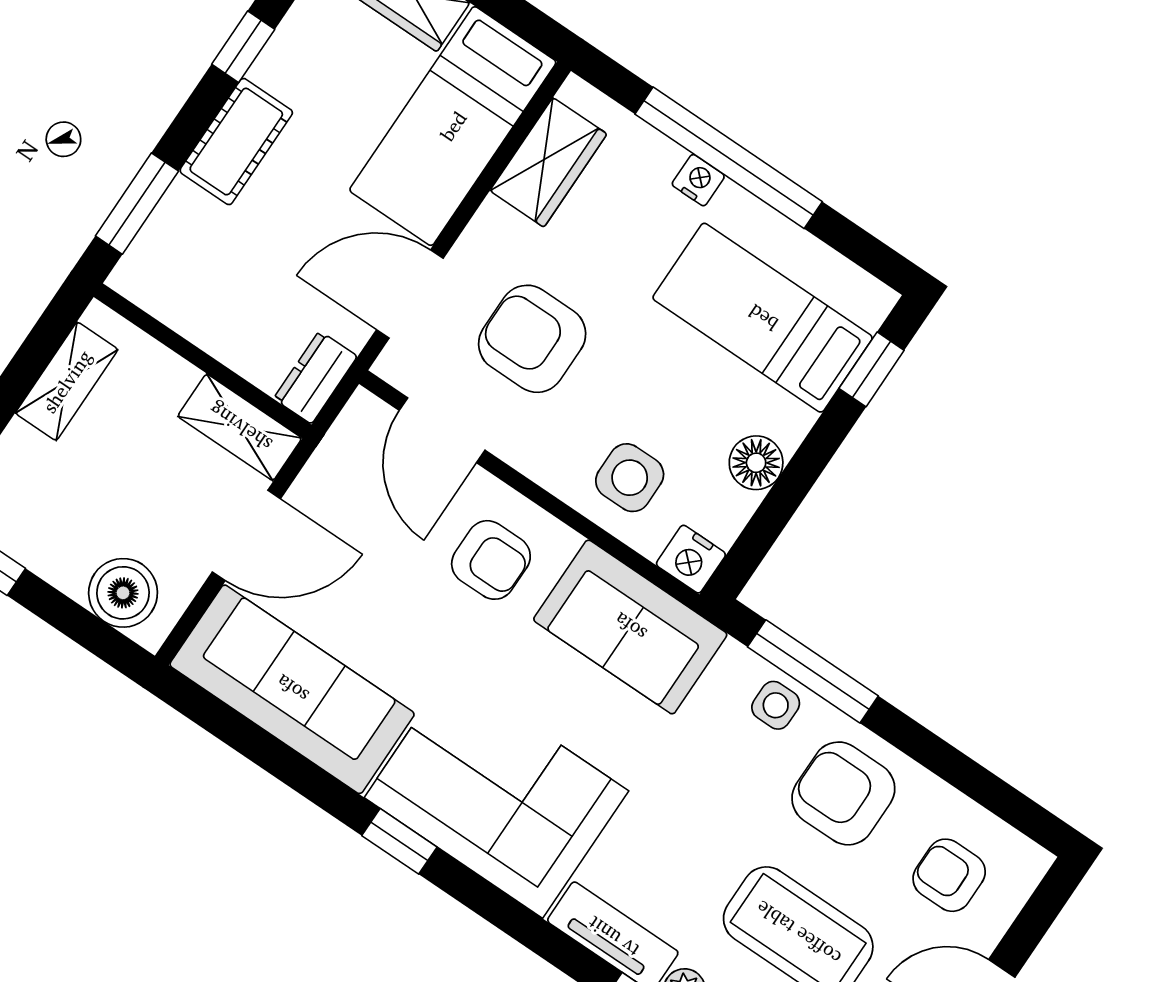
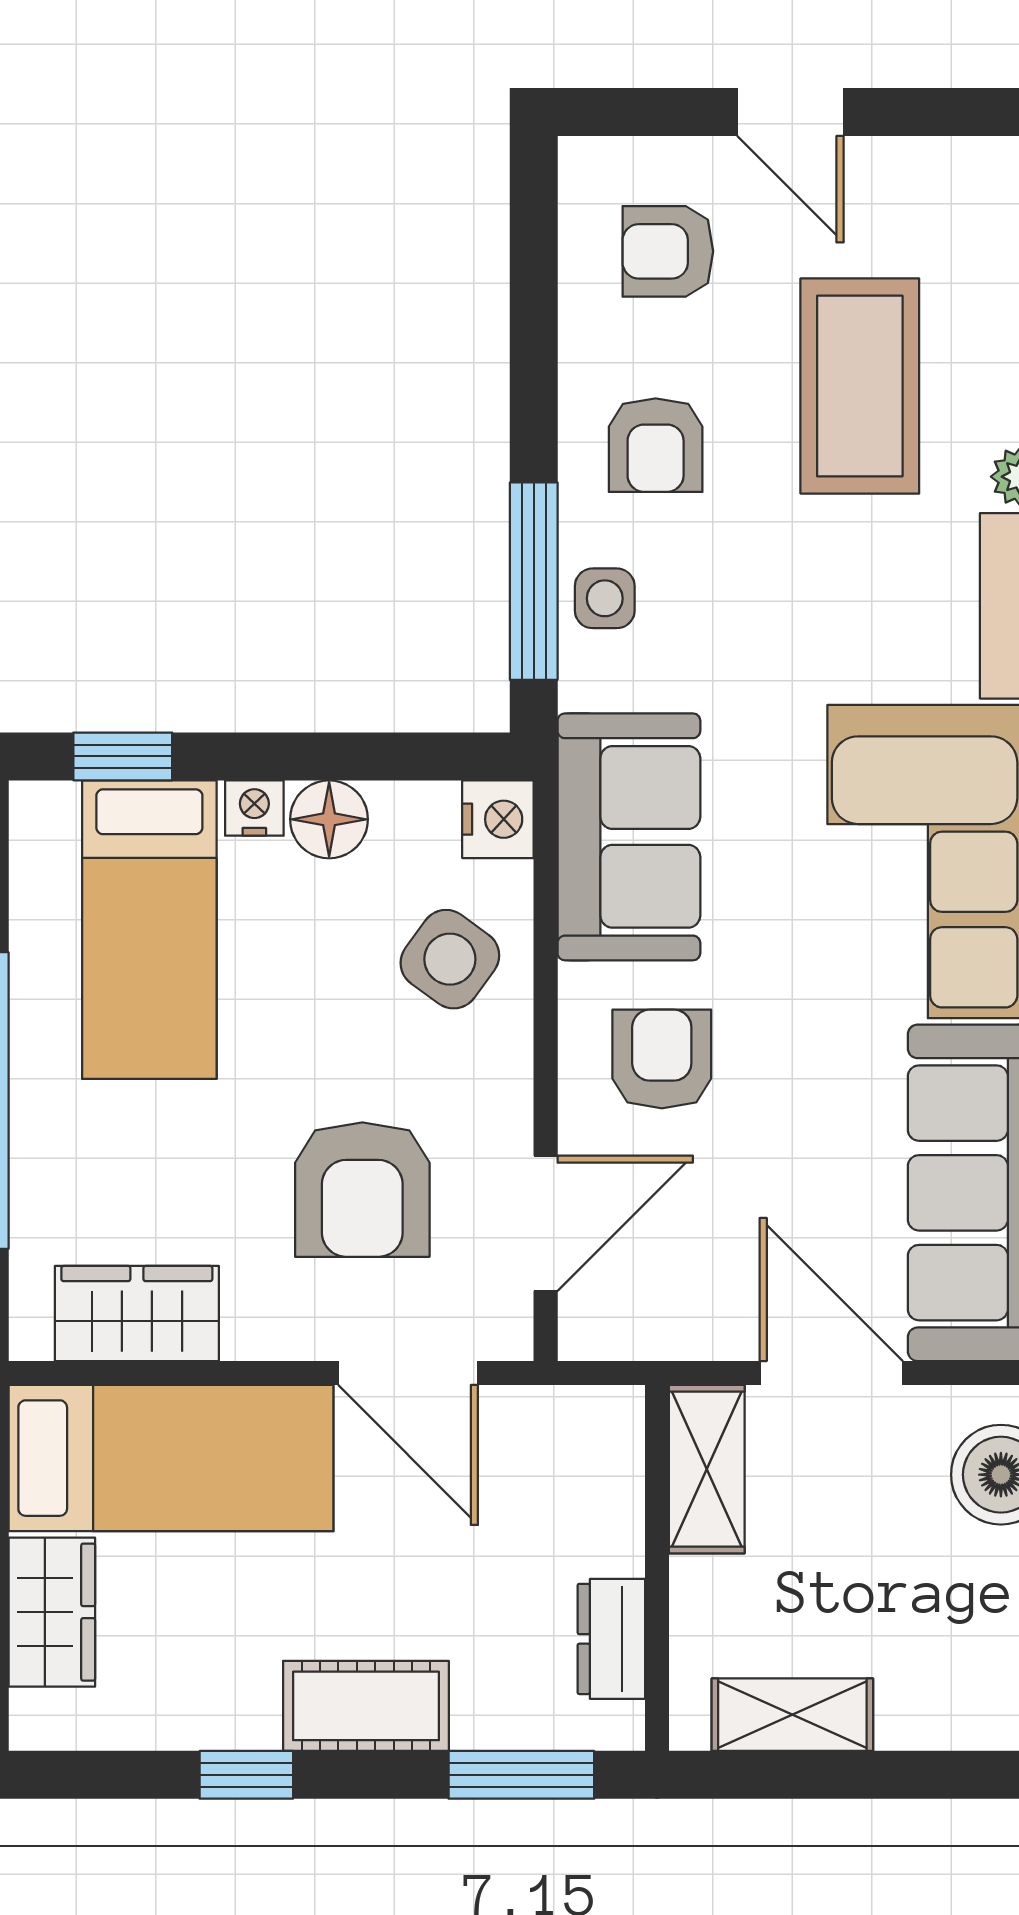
nightstand: (698, 180) -> (254, 808), moved, turned 90
dresser: (315, 377) -> (611, 1639), moved, turned 90
side table: (630, 478) -> (450, 959), turned 36
armchair: (843, 793) -> (656, 445), width x0.72, depth x0.72
armchair: (949, 875) -> (668, 251), turned 90

